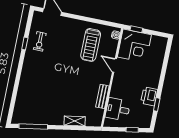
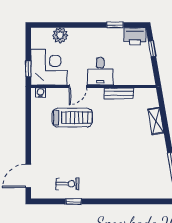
treadmill: (91, 45) -> (72, 118), moved
plant: (158, 60) -> (60, 35), added
printer: (149, 96) -> (135, 36), moved
desk: (118, 109) -> (100, 71), moved

